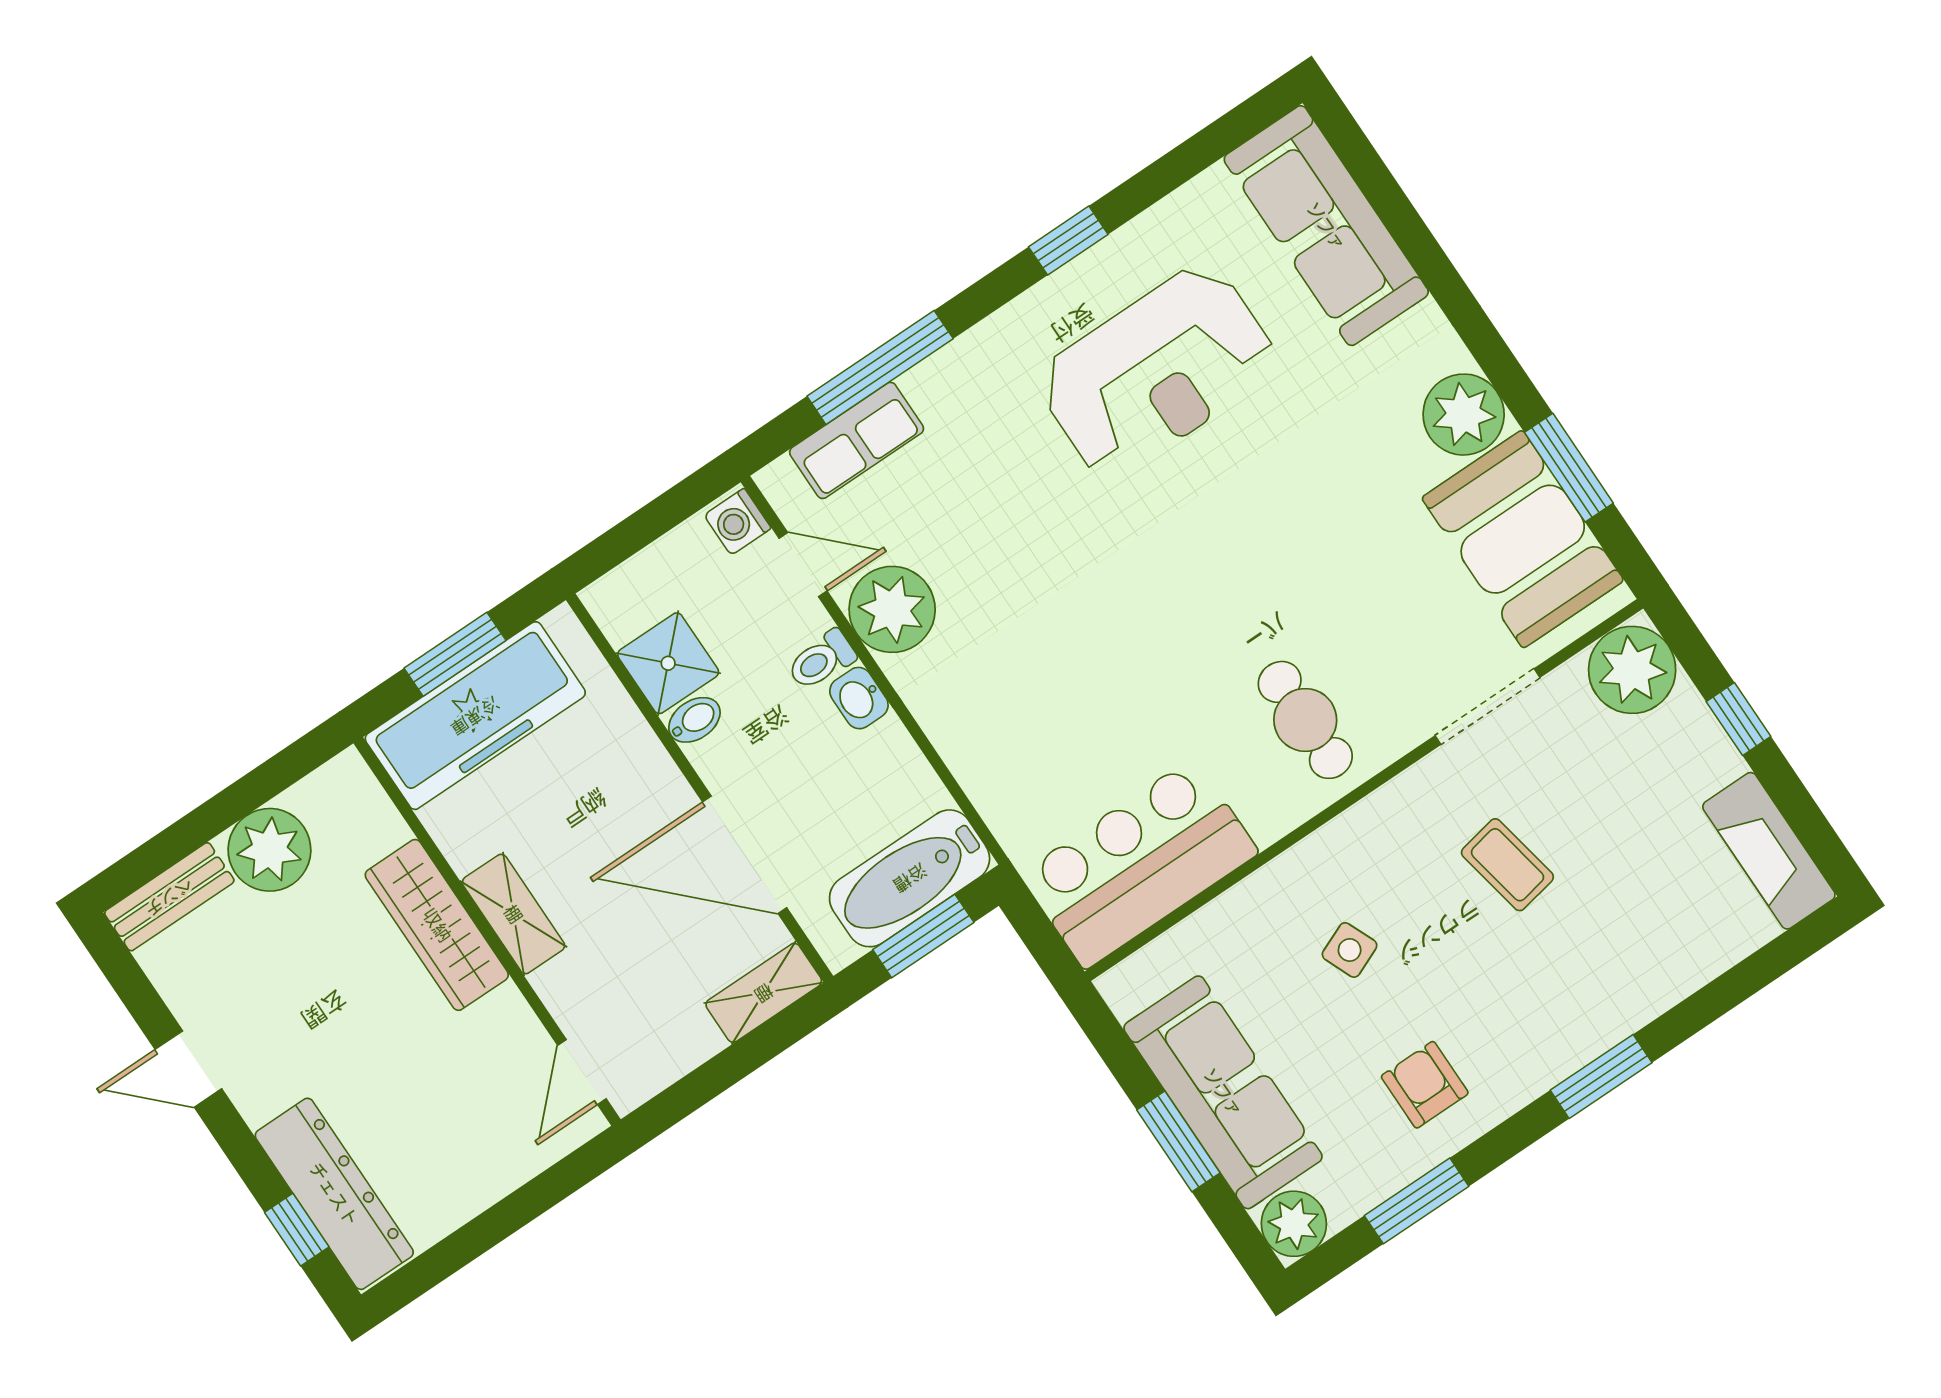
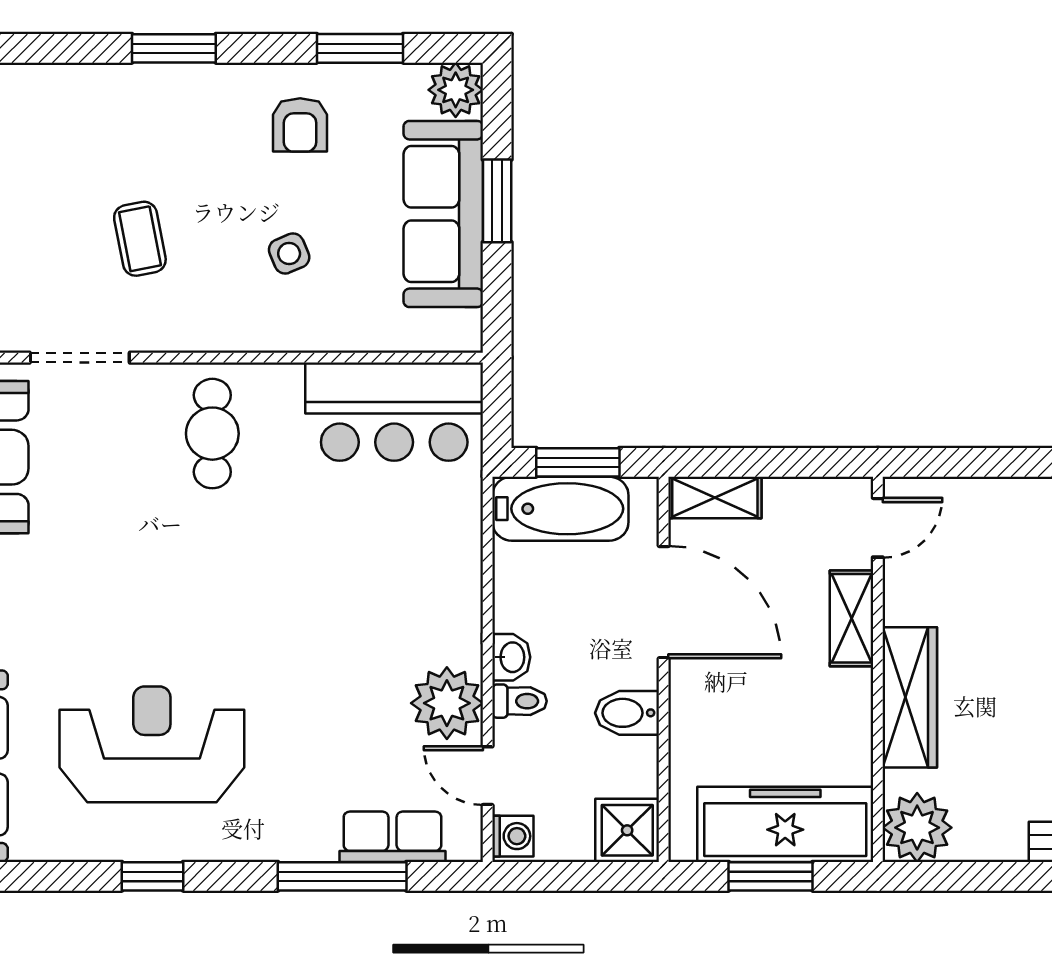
shower: (668, 663) -> (627, 830), moved
bidet: (694, 720) -> (627, 713), width x1.38, depth x1.36
plant: (269, 850) -> (917, 828), moved
shelving: (513, 914) -> (851, 618), moved

